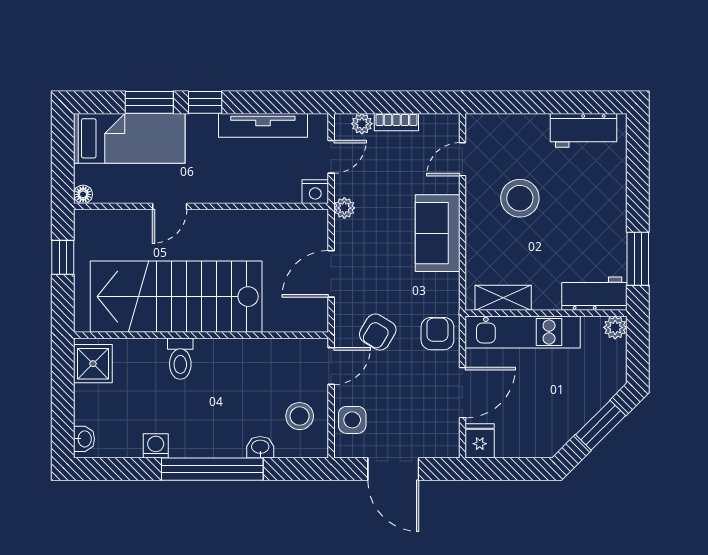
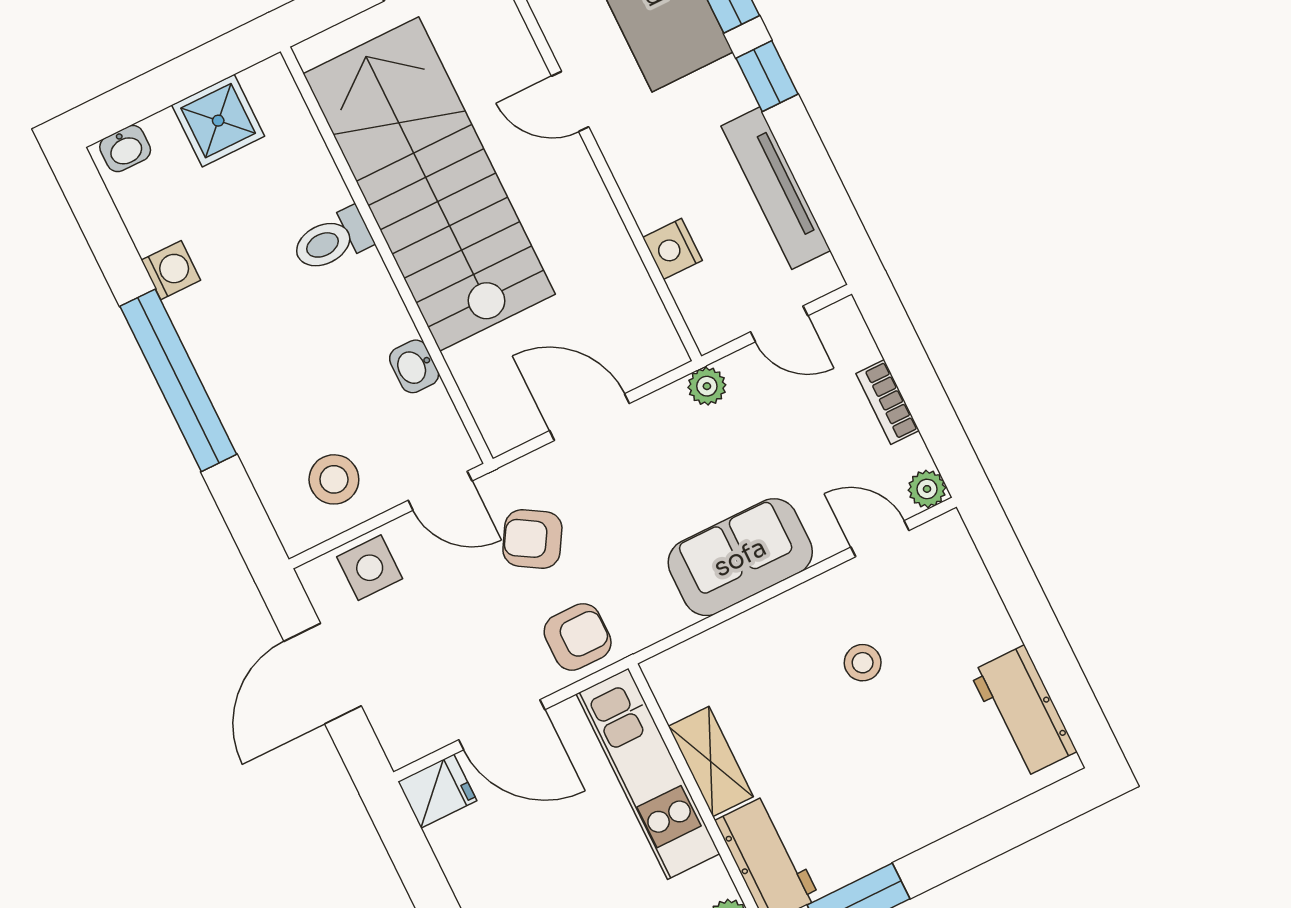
plant: (362, 124) -> (927, 489), moved
nightstand: (315, 192) -> (672, 249), moved
stool: (520, 198) -> (863, 663), width x0.53, depth x0.53
shelving: (503, 298) -> (711, 761), moved
shower: (93, 364) -> (218, 121), moved
washbasin: (260, 447) -> (414, 366), moved, turned 180

